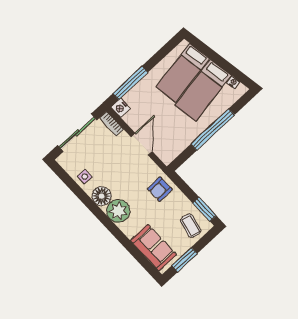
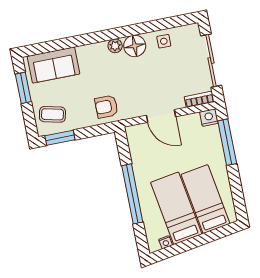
armchair: (160, 189) -> (106, 107), turned -89
plant: (118, 211) -> (115, 46), width x0.53, depth x0.53

